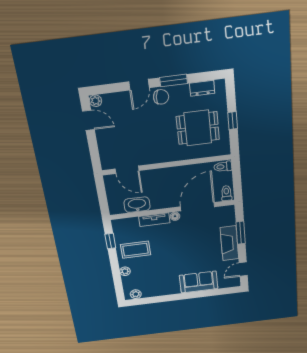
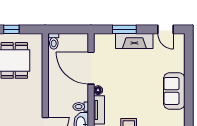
toilet: (226, 193) -> (81, 107), moved
sofa: (199, 282) -> (174, 91), moved

